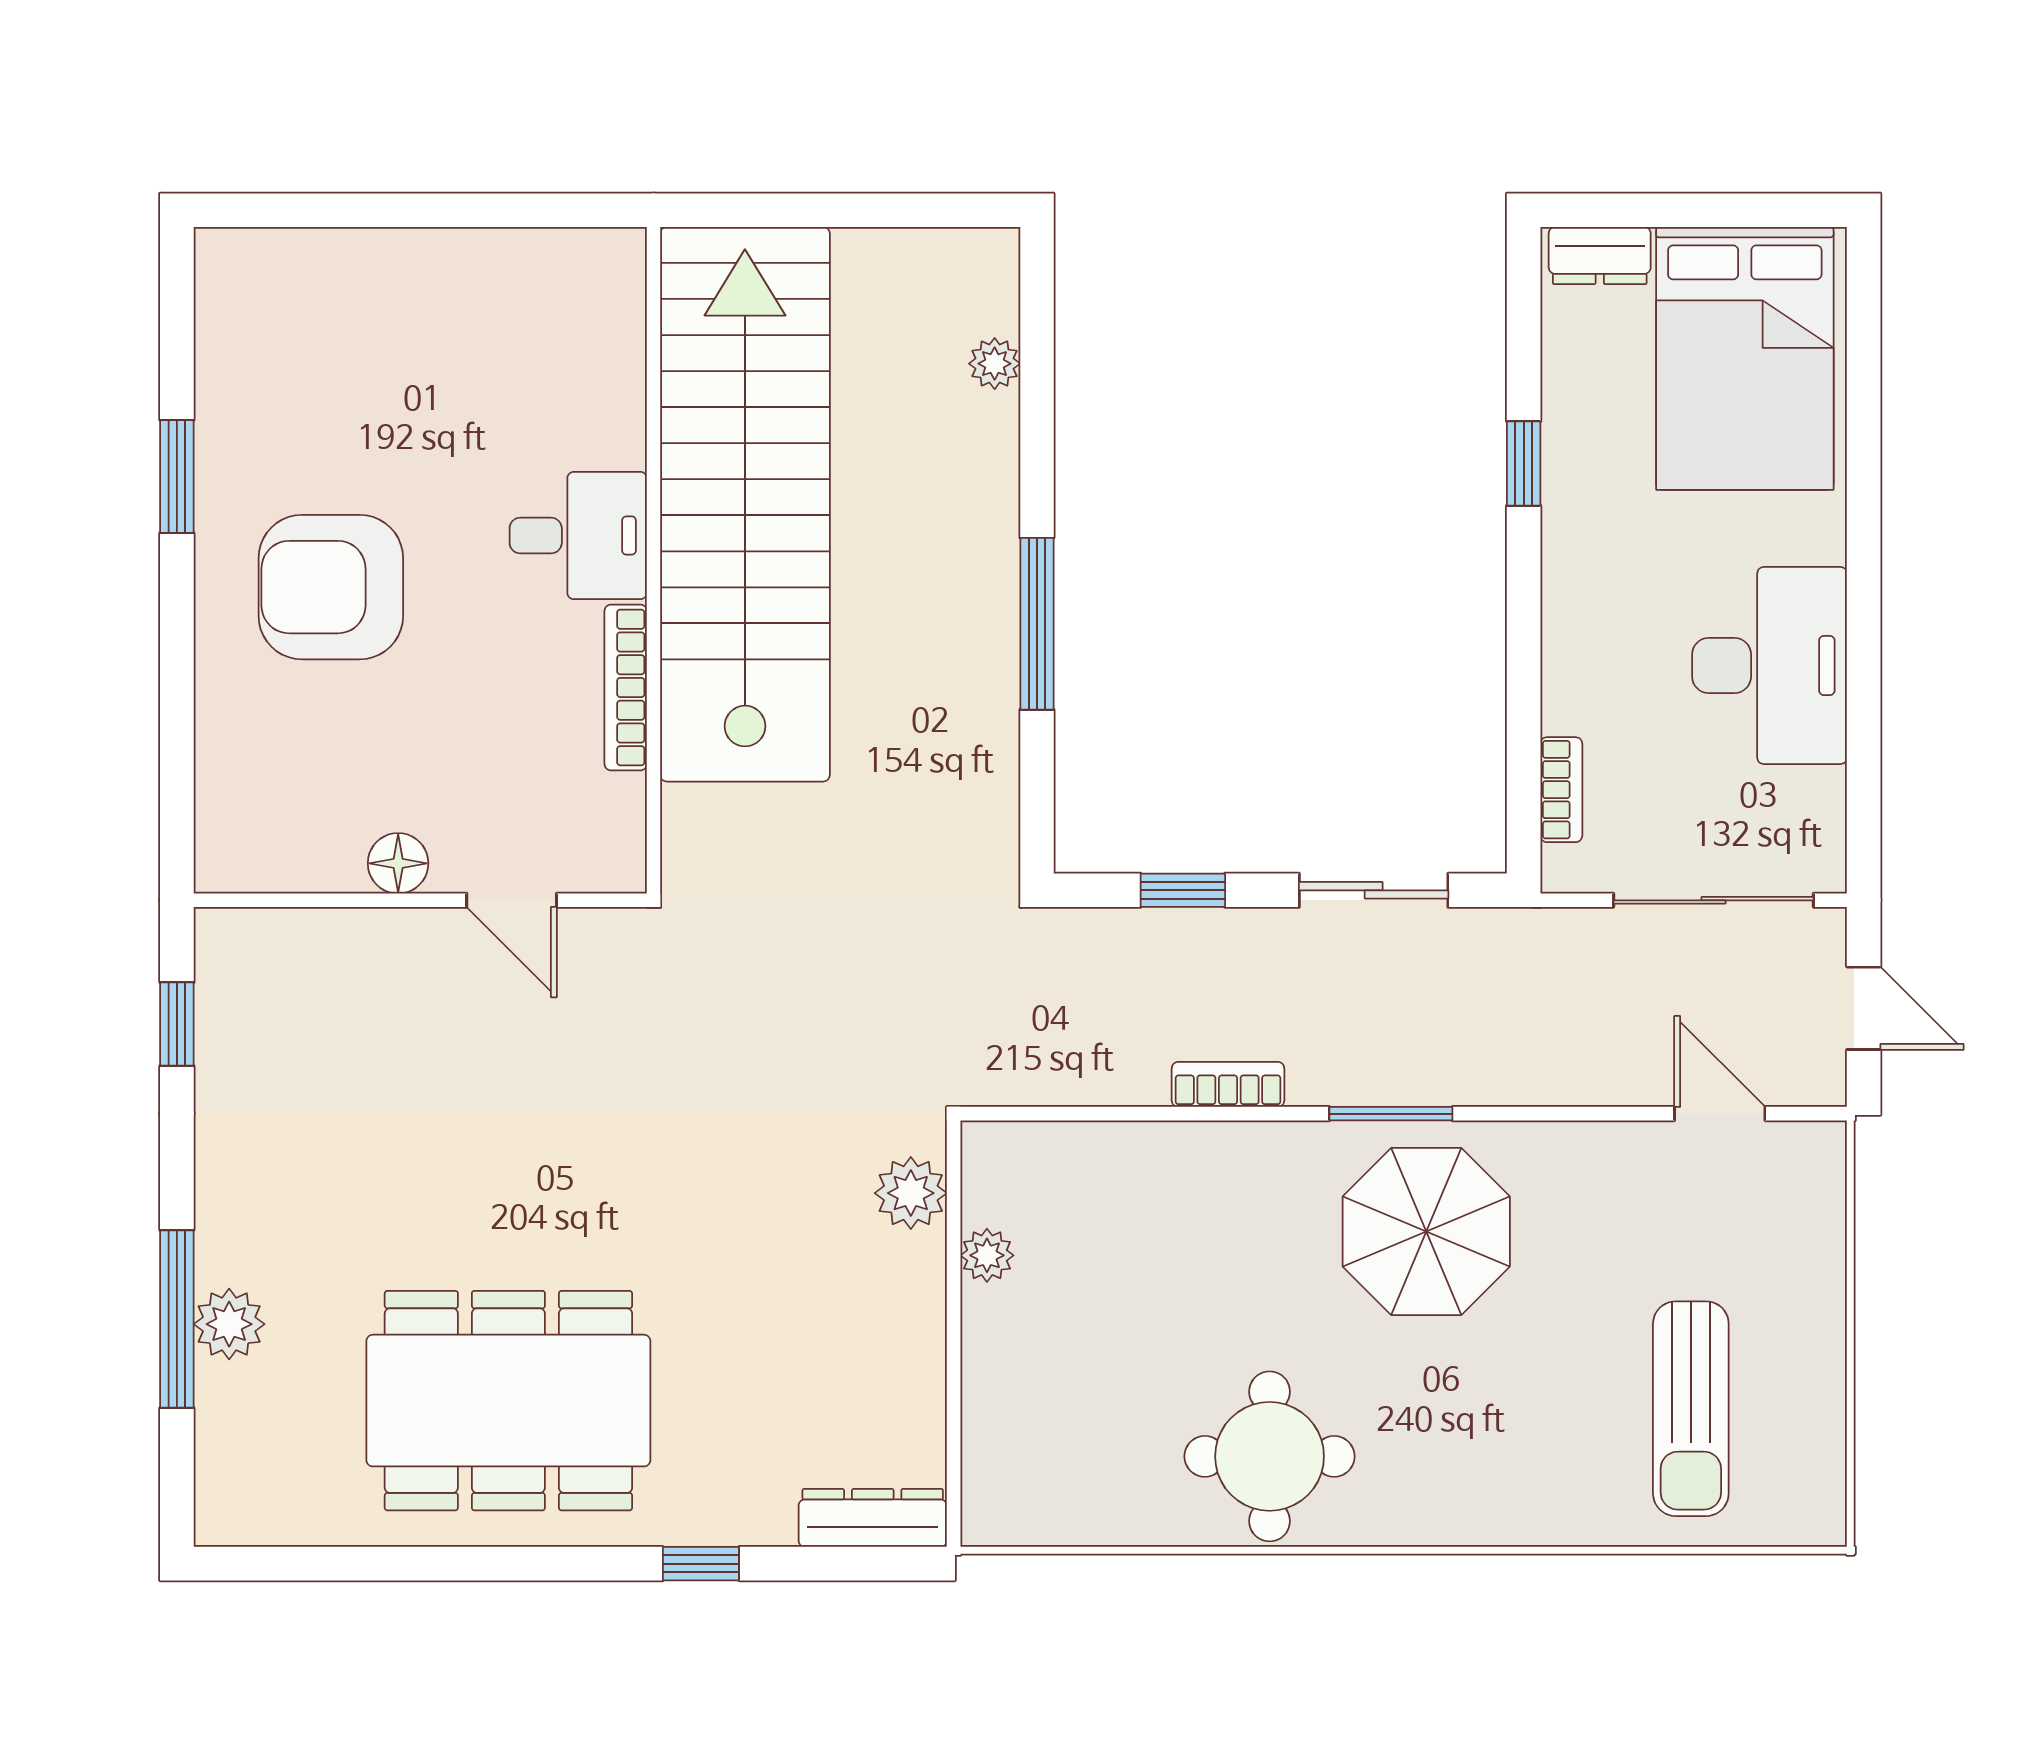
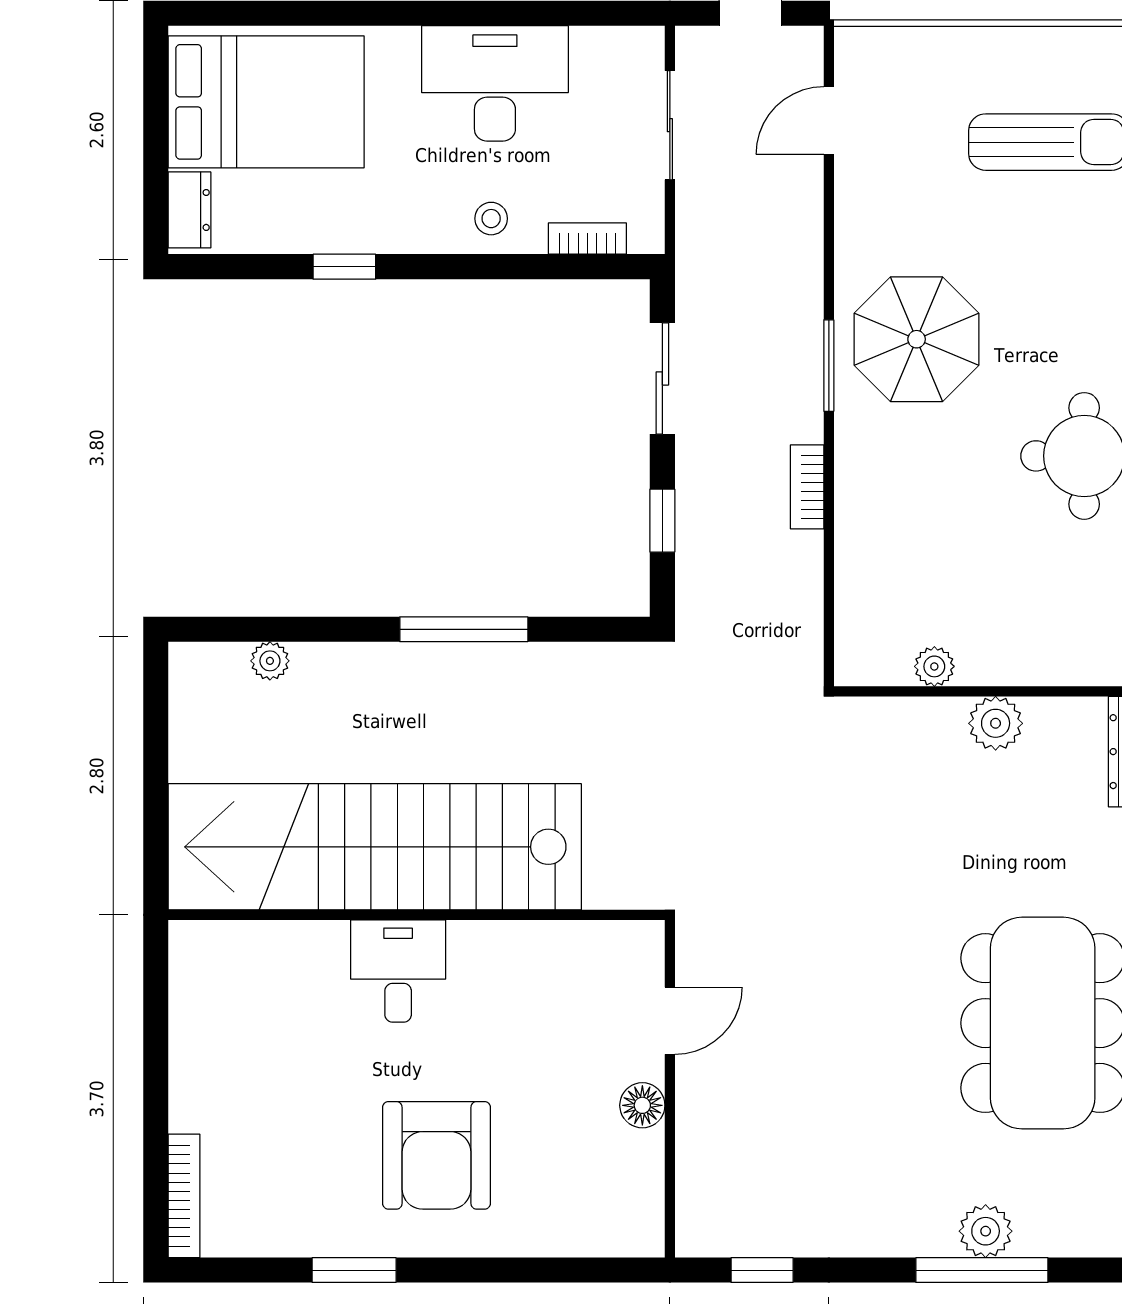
stool: (1588, 660) -> (491, 219), added
bookcase: (626, 687) -> (184, 1196), moved, turned -90
sliding door: (1714, 900) -> (670, 125), width x0.73
plant: (911, 1193) -> (996, 723), moved

